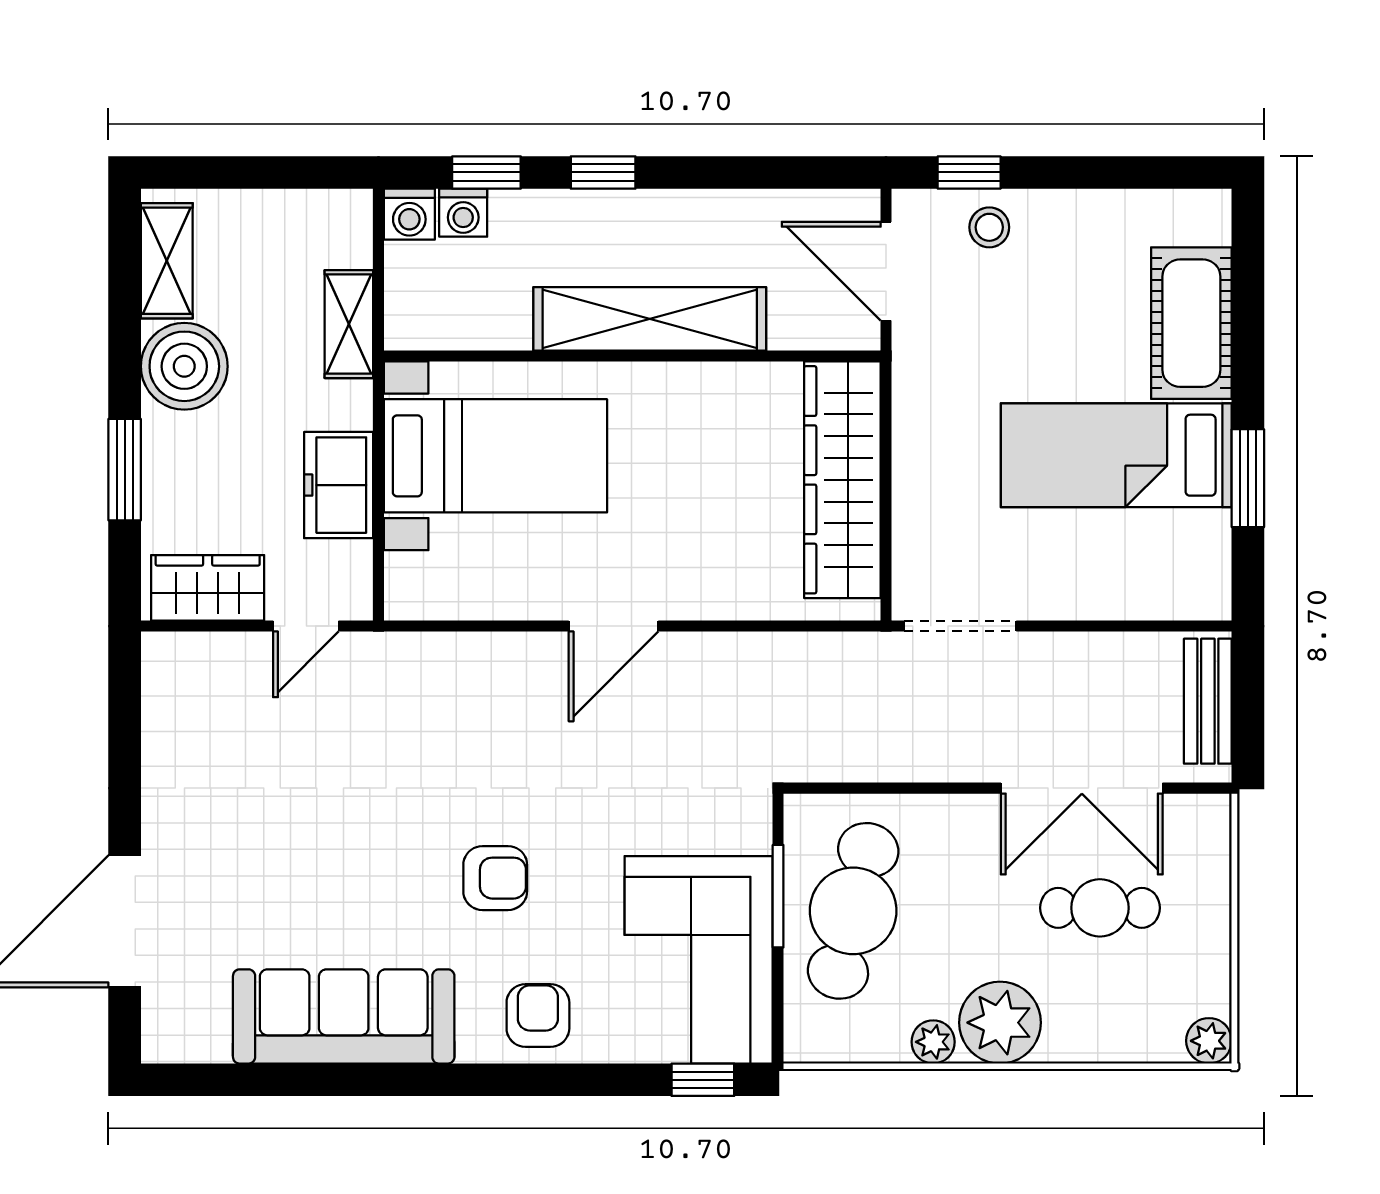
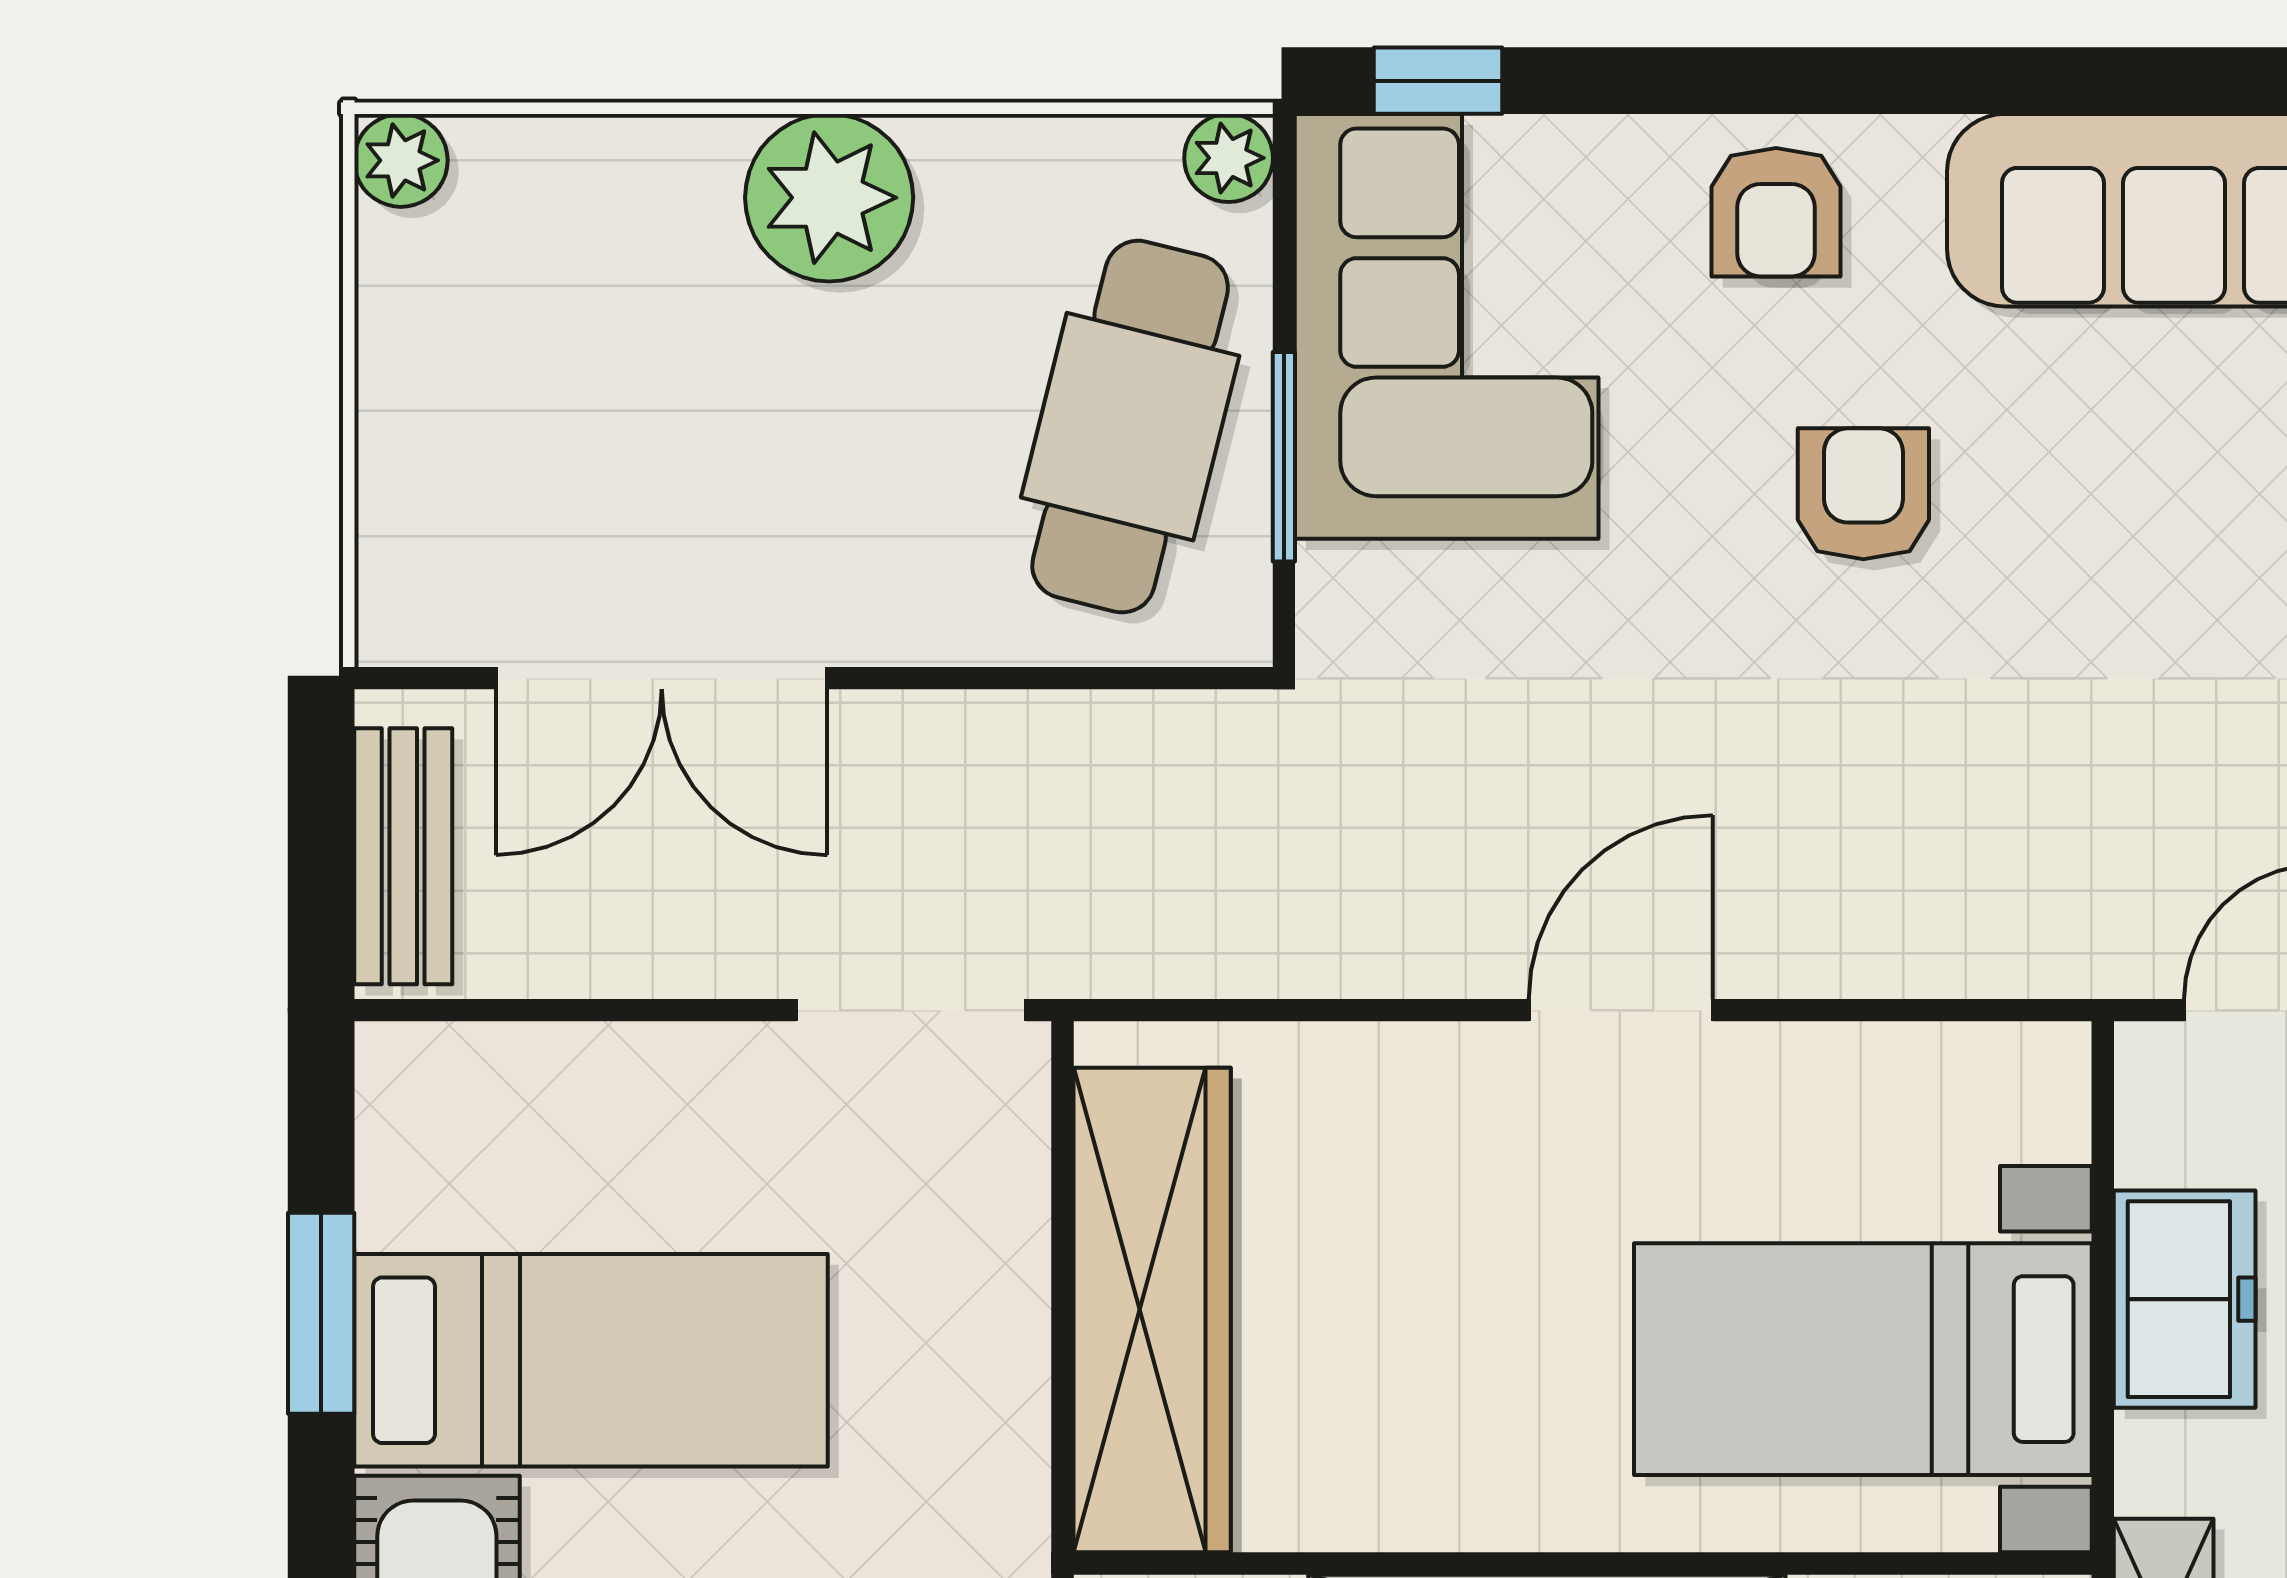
double door: (1082, 788) -> (662, 678), swing flipped
armchair: (495, 878) -> (1863, 494), turned 90
cafe table: (1100, 908) -> (624, 433), removed
plant: (933, 1042) -> (1229, 158), moved

